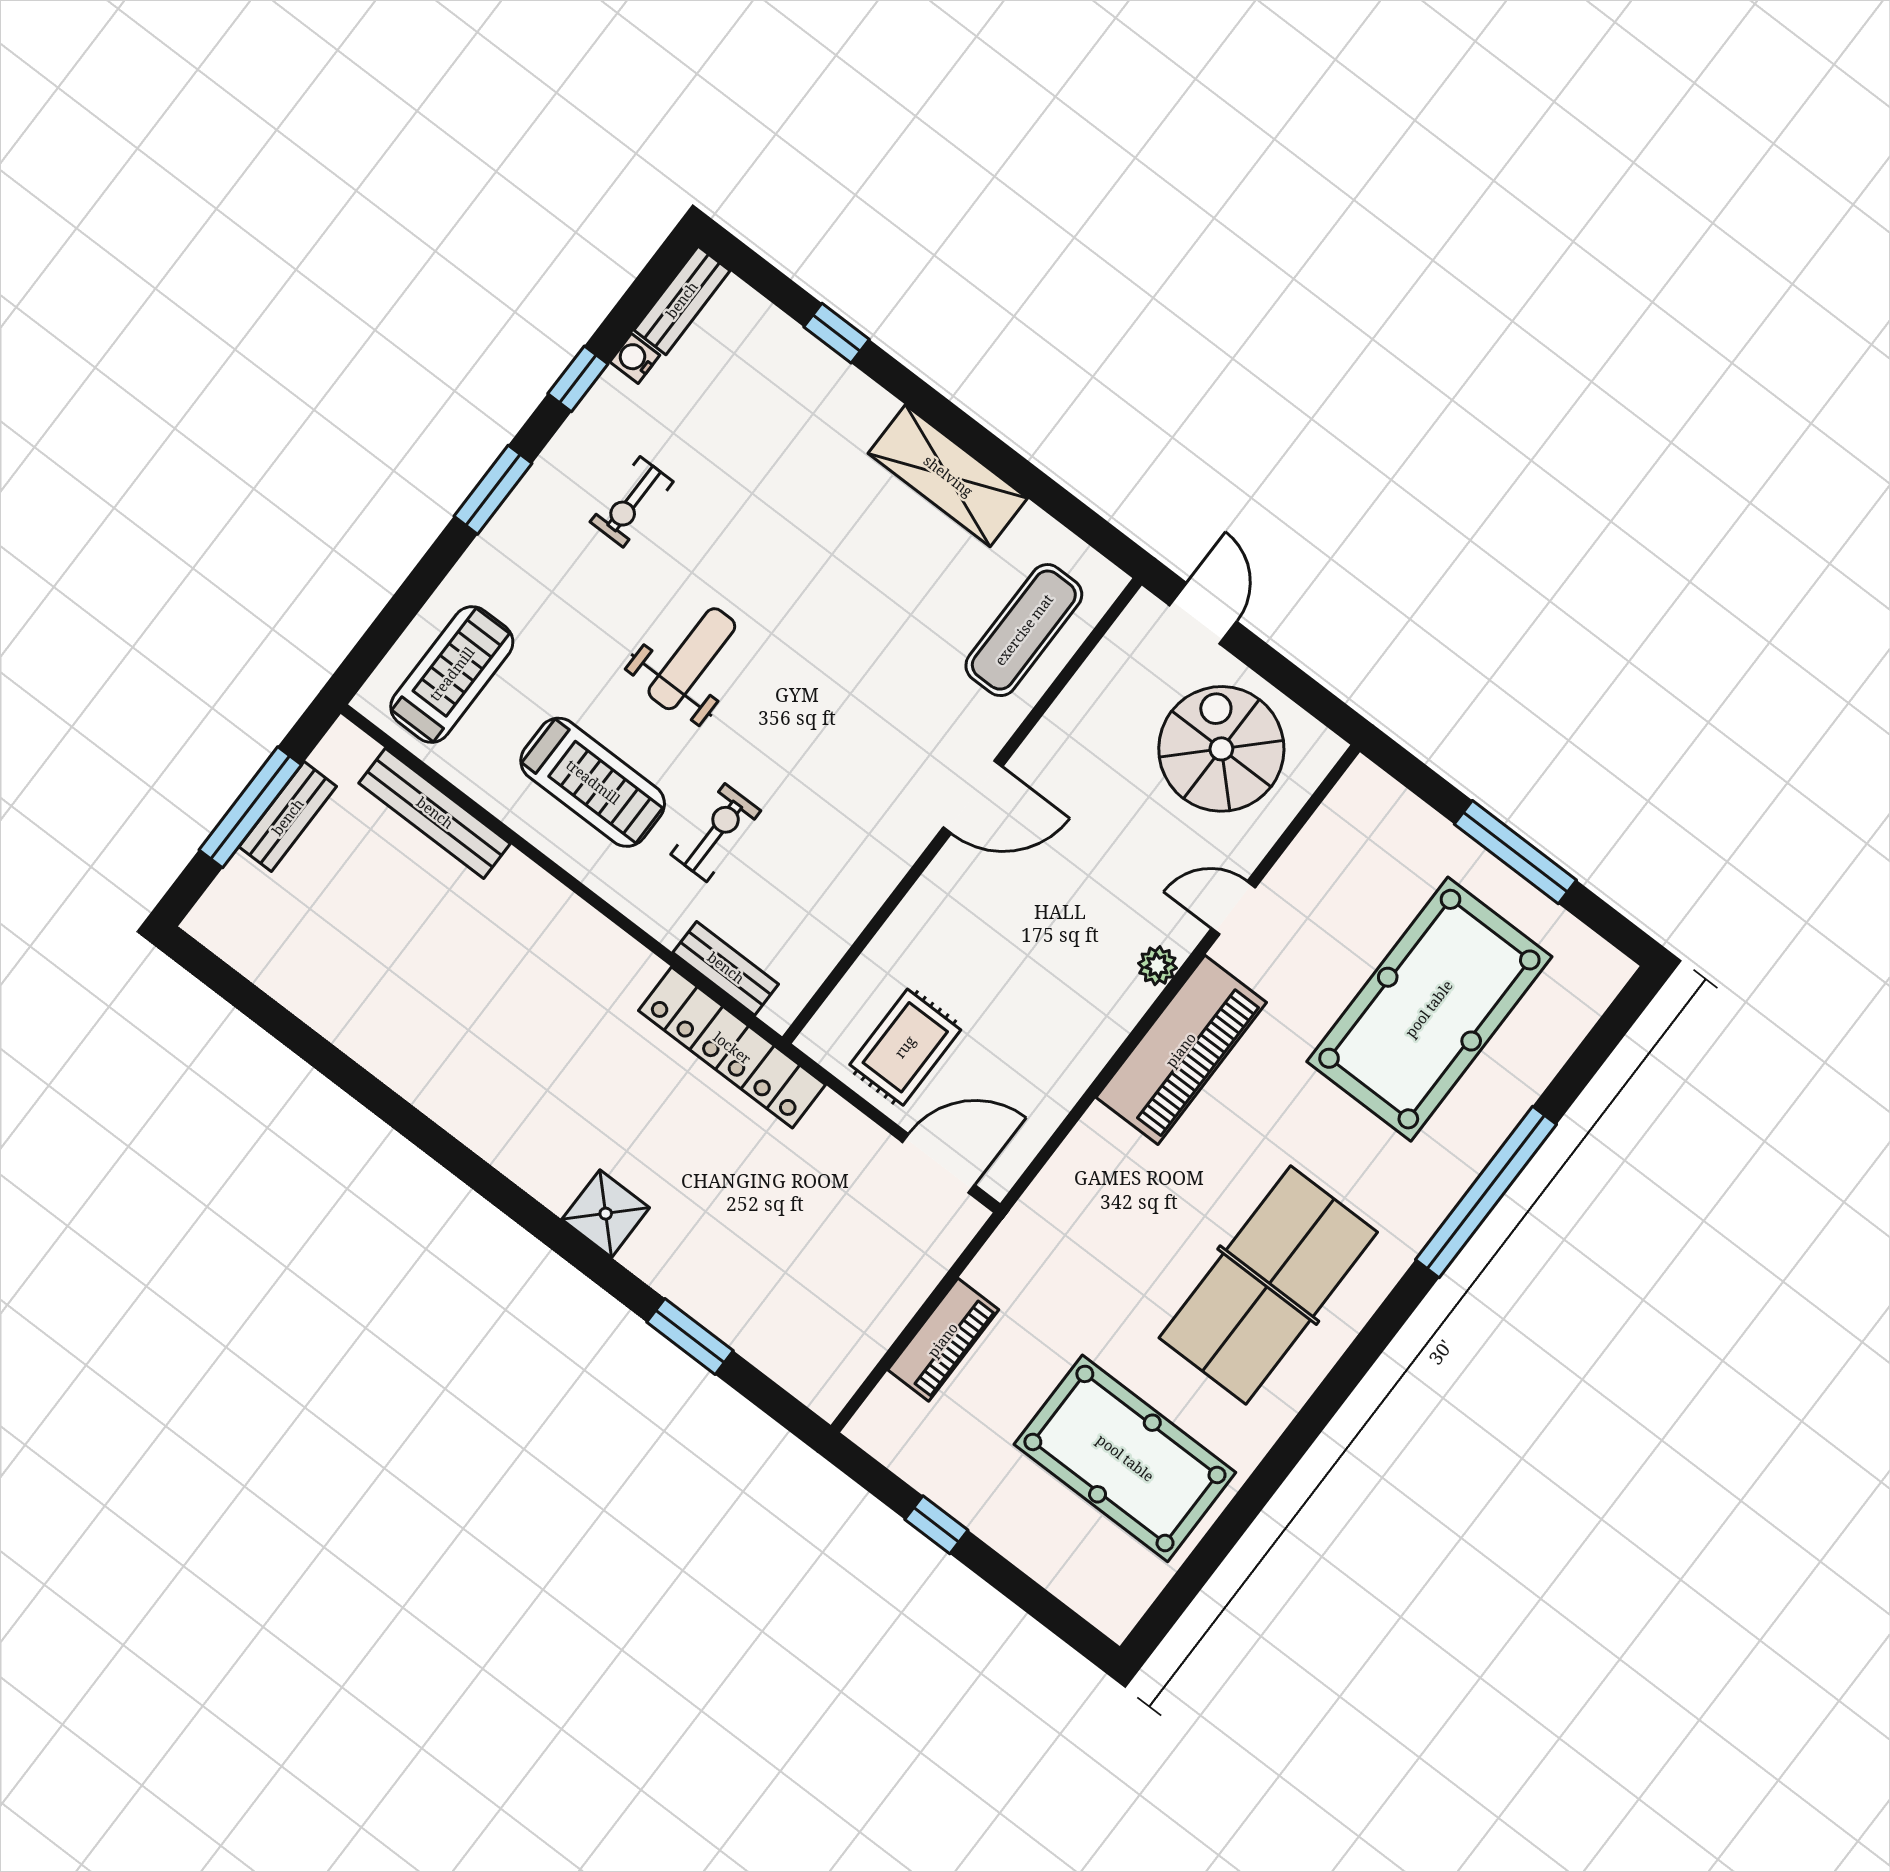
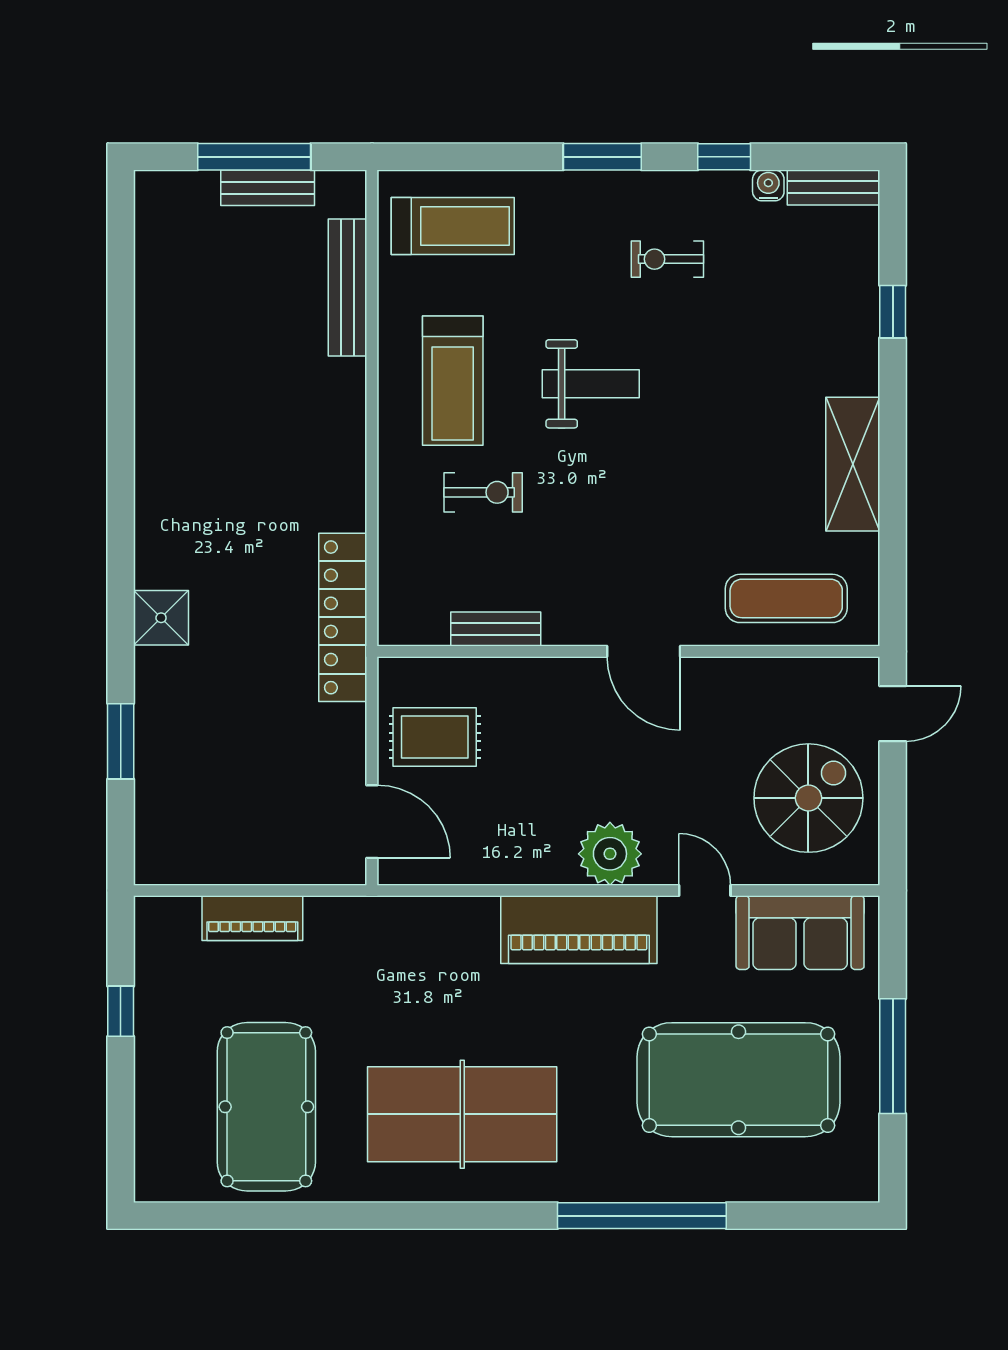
sofa: (1338, 850) -> (800, 933), added
plant: (1157, 966) -> (610, 854), width x1.88, depth x1.88
bench: (726, 968) -> (496, 629), moved, turned 90

